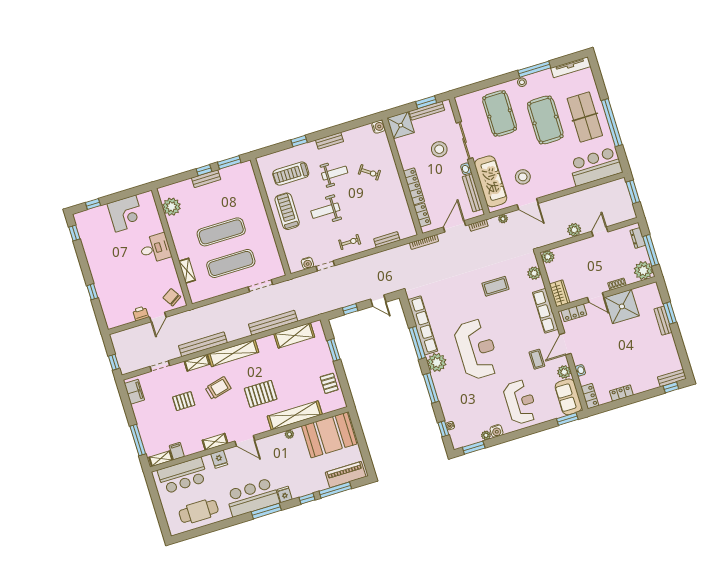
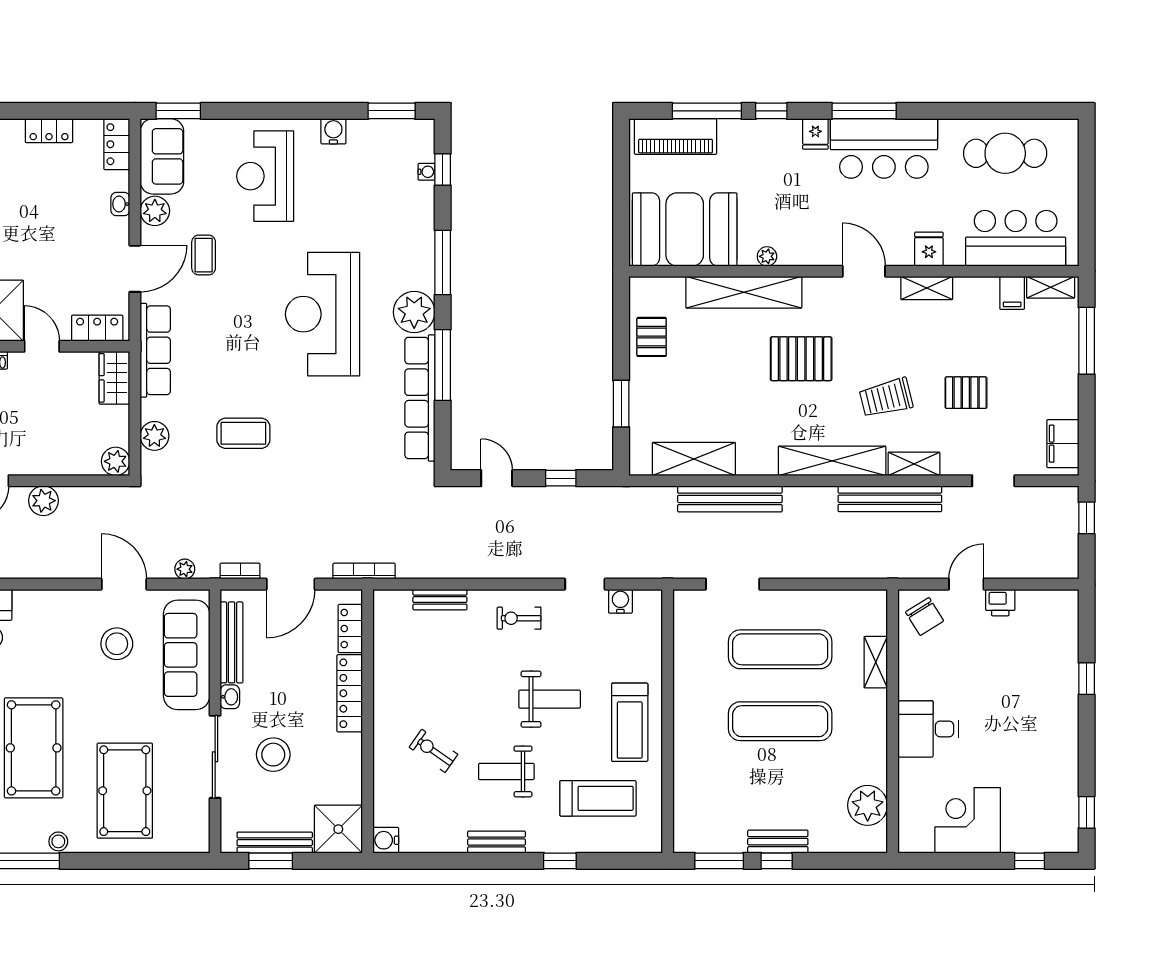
plant: (486, 435) -> (358, 129), removed

